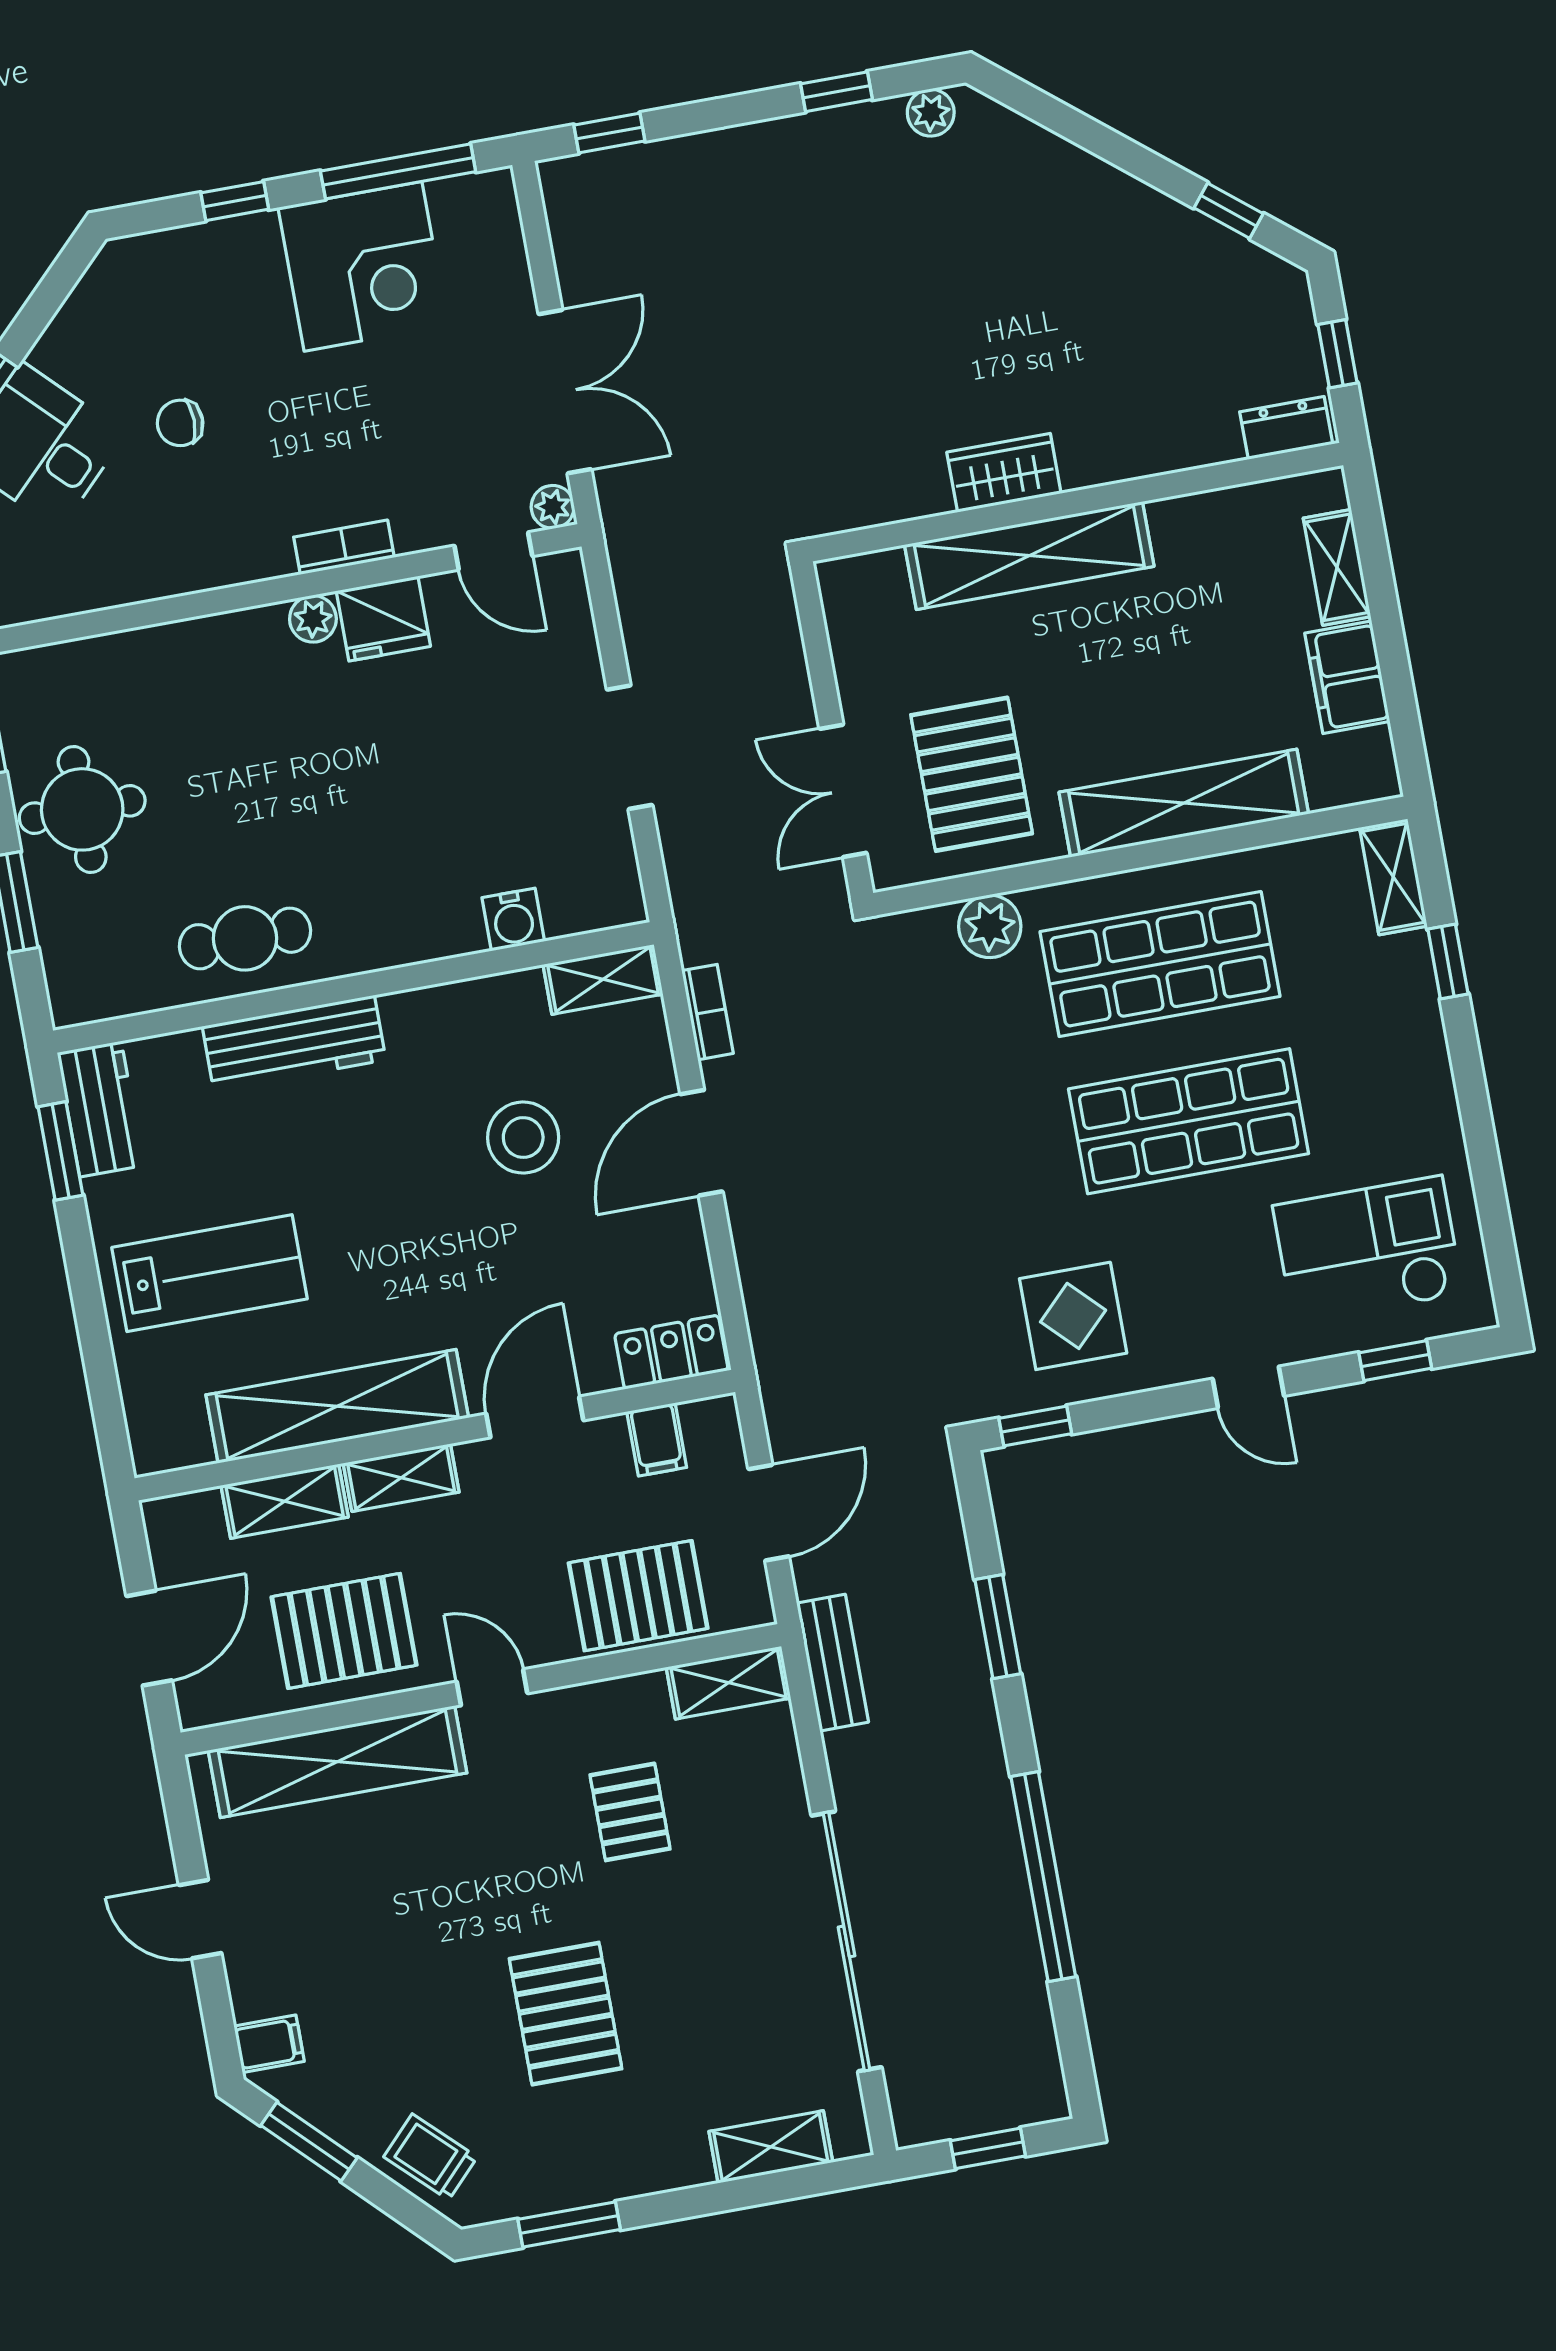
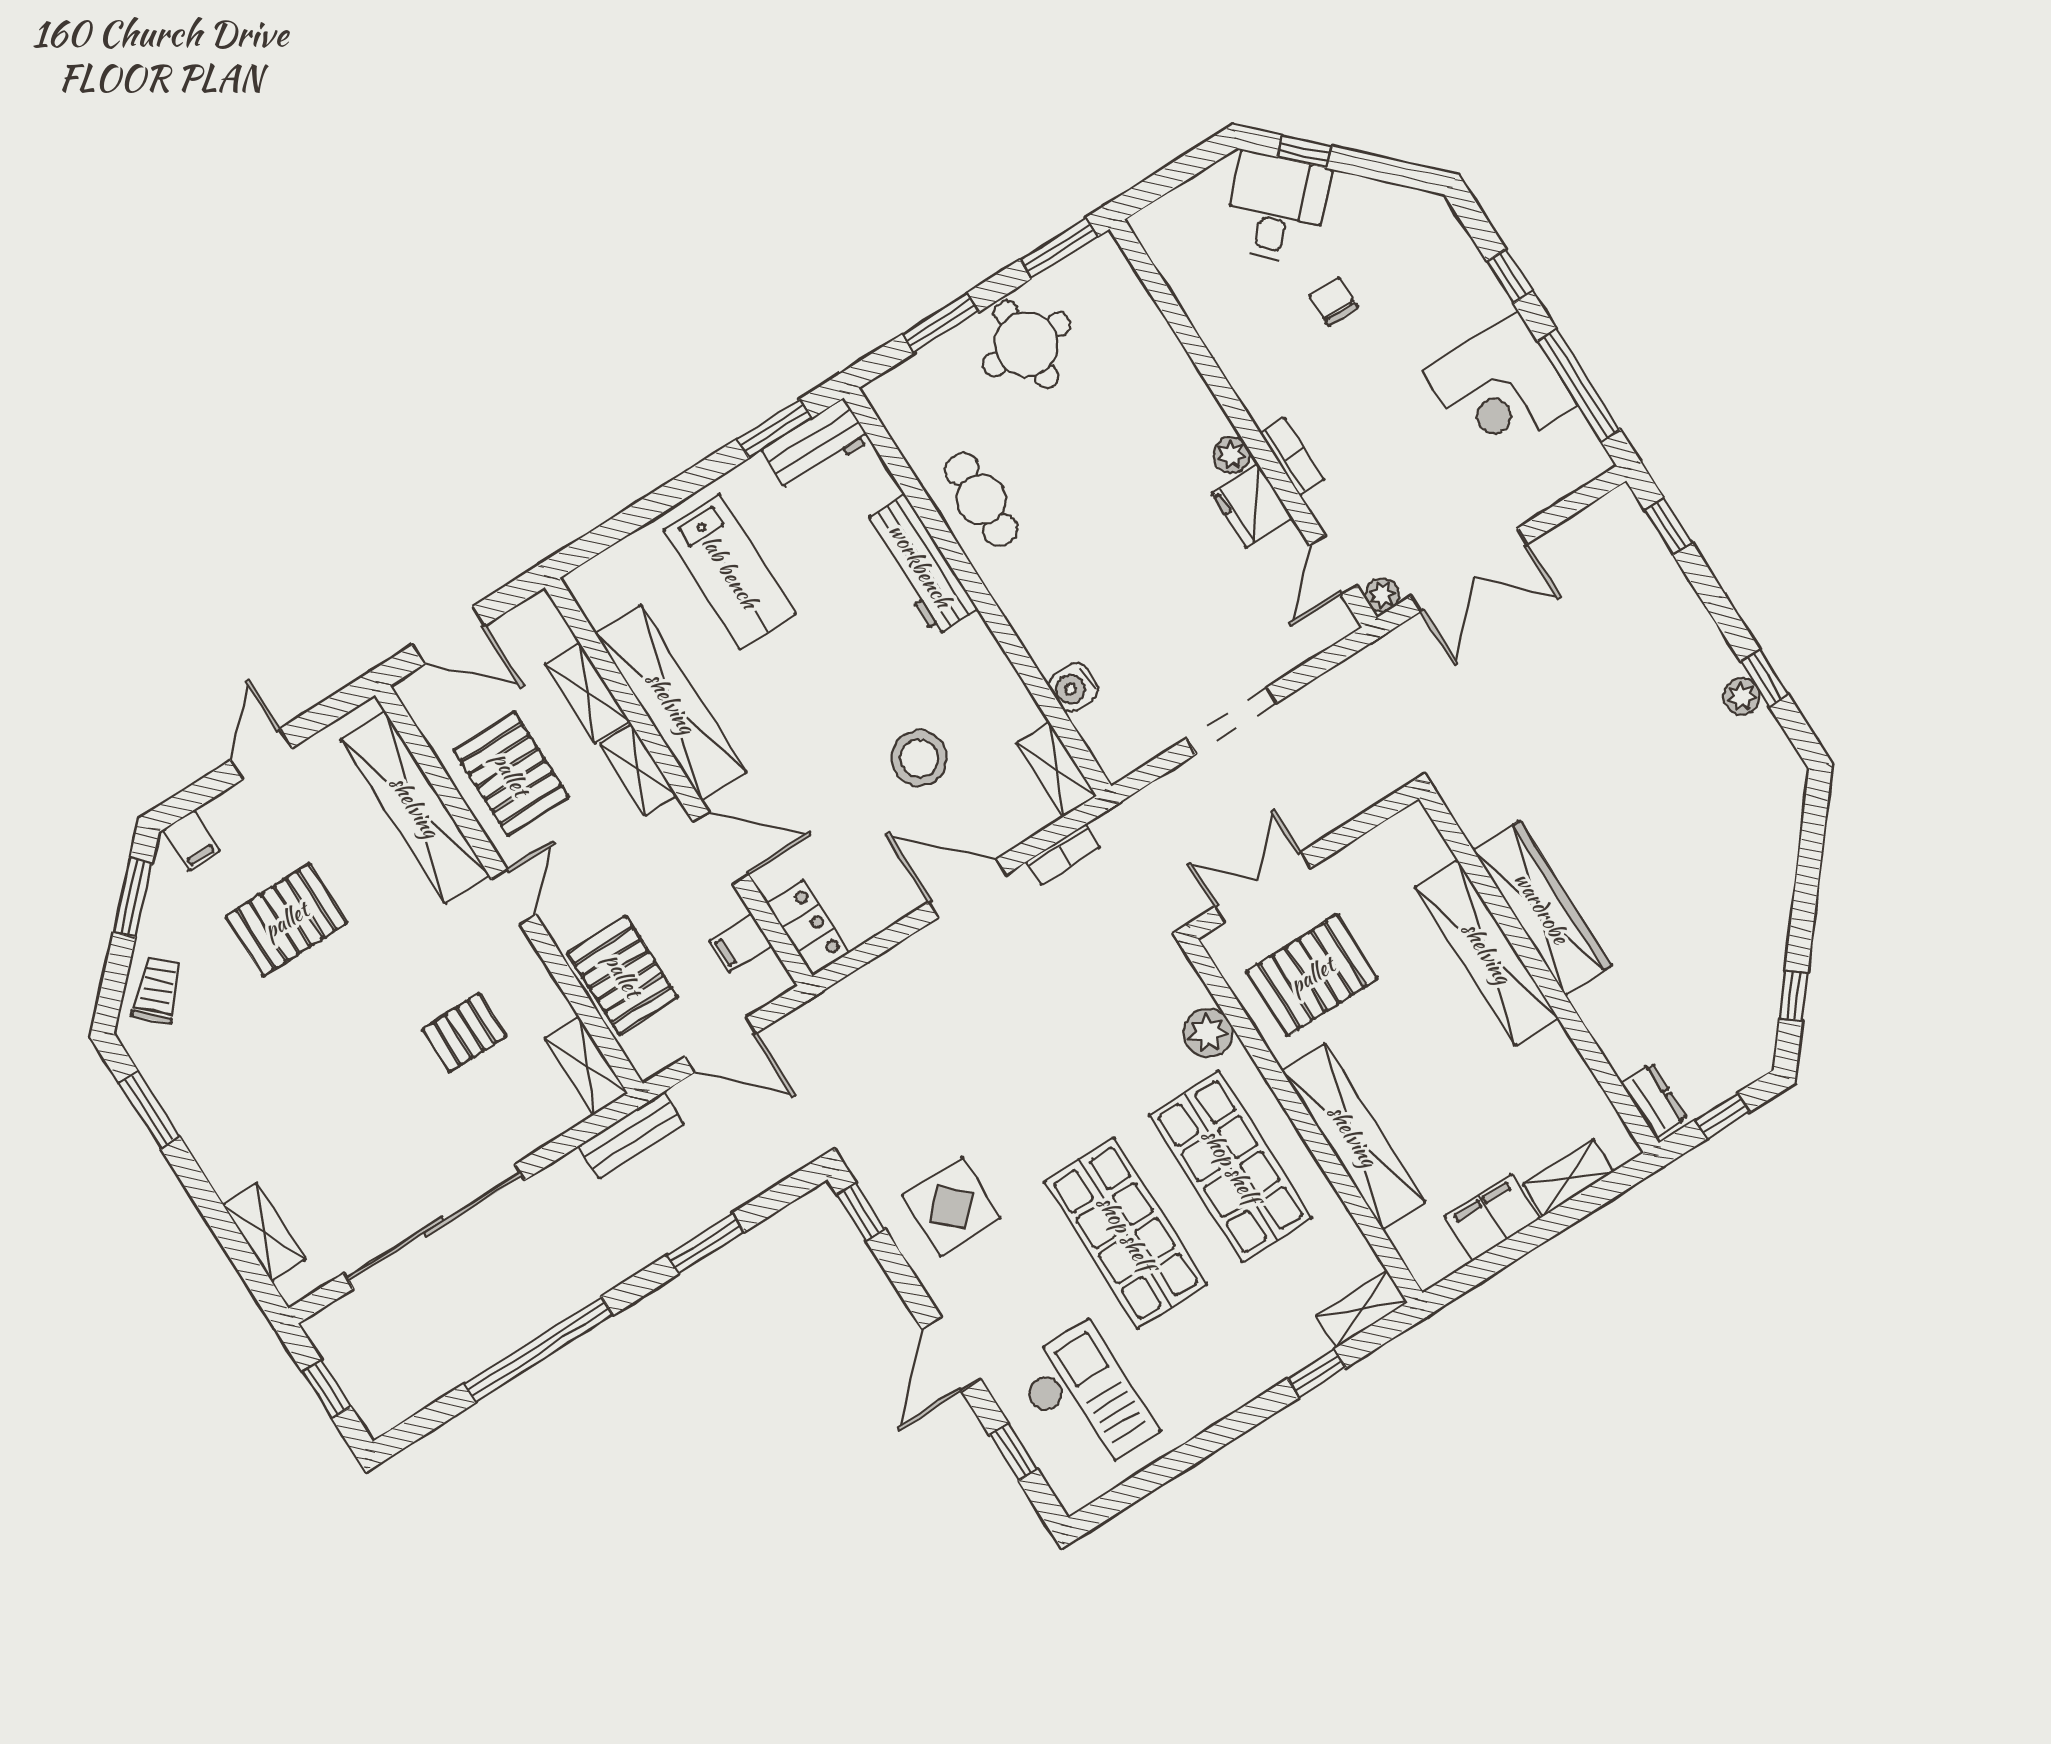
plant: (931, 113) -> (1742, 696), moved
wardrobe: (1004, 473) -> (1542, 908), width x2.10, depth x1.17
door: (1248, 1387) -> (951, 1354), width x1.38
pallet: (566, 2014) -> (286, 920), moved

